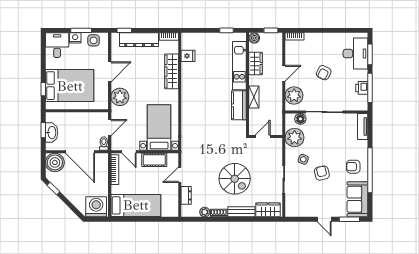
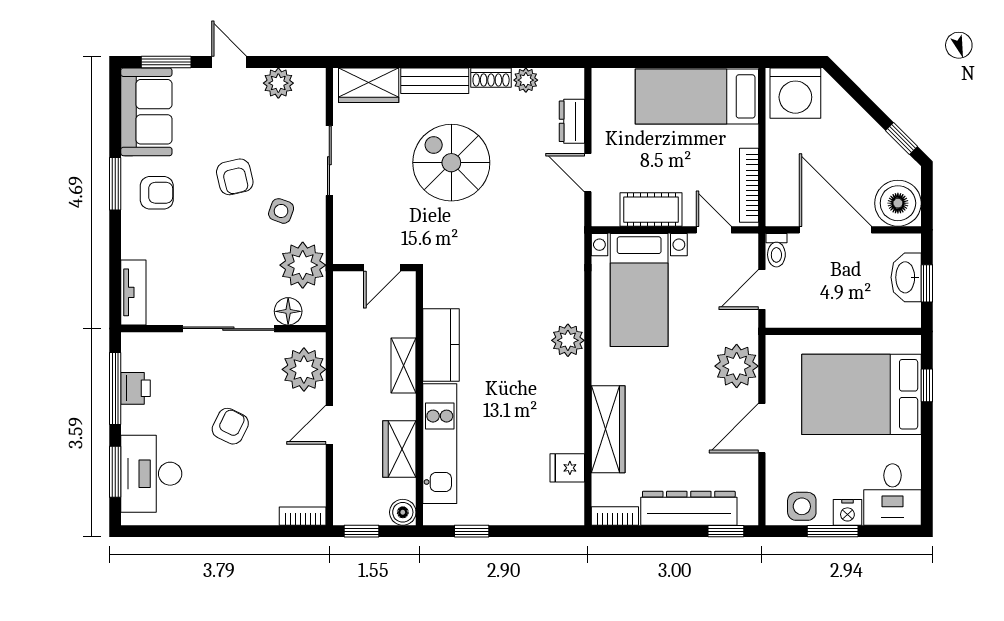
plant: (188, 107) -> (568, 340), added
window: (370, 170) -> (115, 184), width x0.47
door: (180, 175) -> (588, 173), swing flipped
plant: (304, 211) -> (278, 83), added

